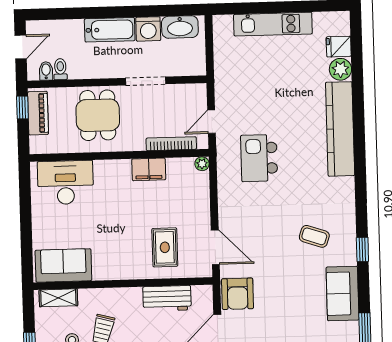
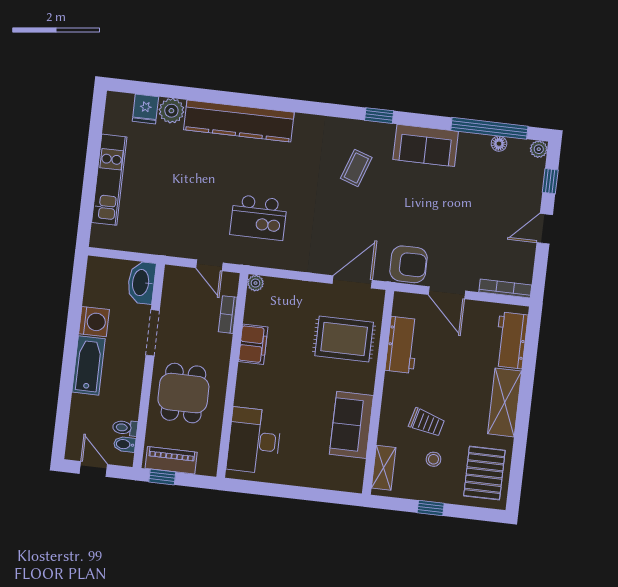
washbasin: (180, 27) -> (141, 283), moved, turned 180
dining table: (98, 115) -> (183, 393), turned 90
bookcase: (171, 144) -> (228, 315), width x0.64
rug: (165, 247) -> (344, 339), width x1.36, depth x1.43
sofa: (63, 265) -> (351, 425), moved

